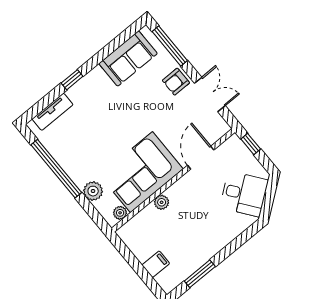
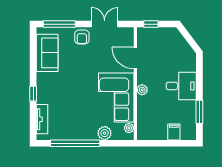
desk: (244, 194) -> (181, 86), moved, turned 37
plant: (162, 202) -> (142, 90), moved

